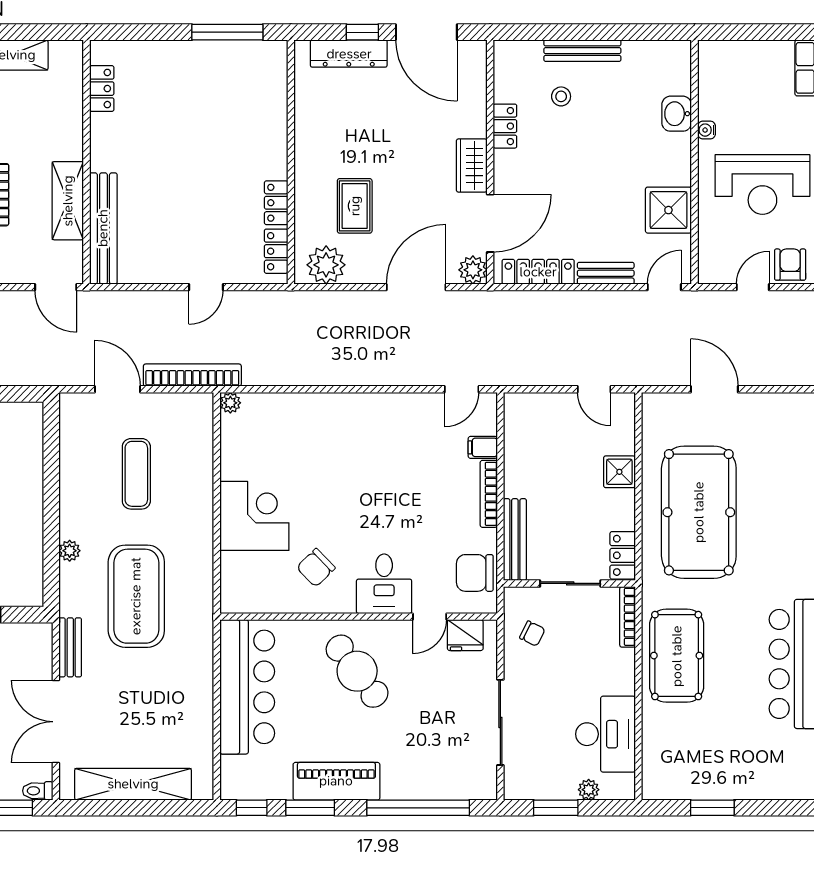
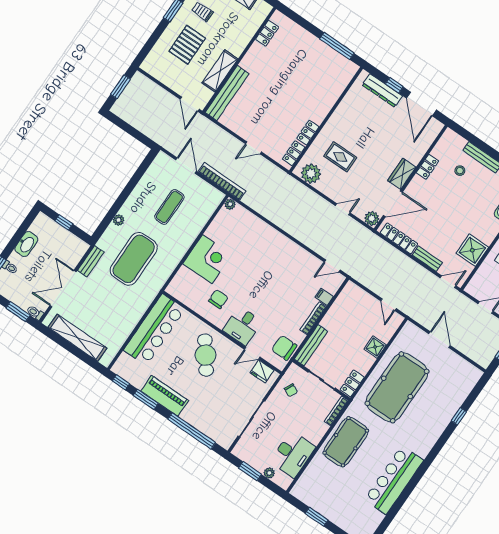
rug: (355, 206) -> (340, 157), turned 90
door: (416, 287) -> (343, 209), width x0.53
chair: (316, 568) -> (218, 299), turned 134

